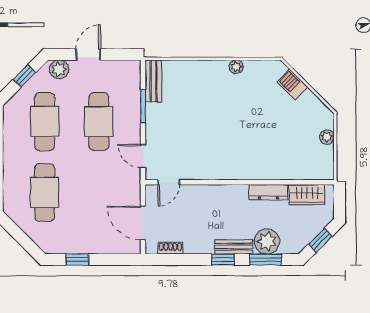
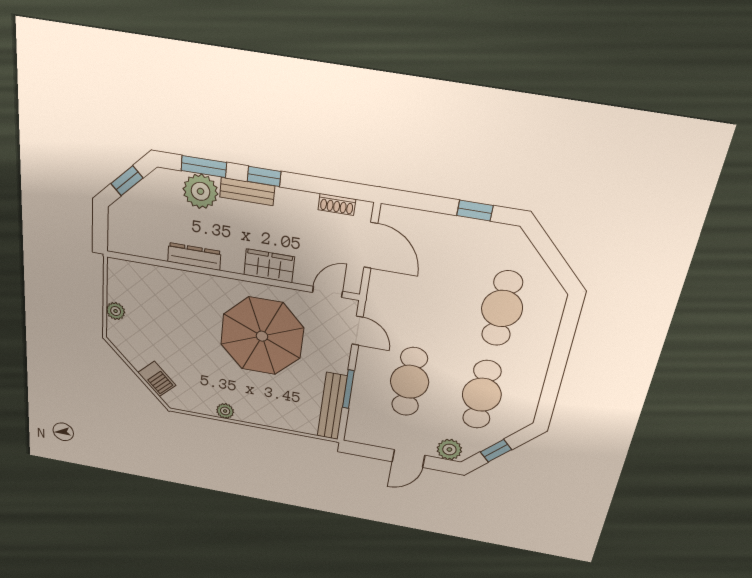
bench: (153, 81) -> (332, 406), width x1.36
parasol: (213, 138) -> (262, 336), added
wardrobe: (307, 195) -> (269, 266), moved

